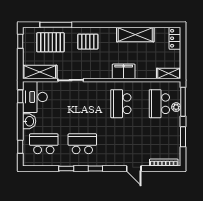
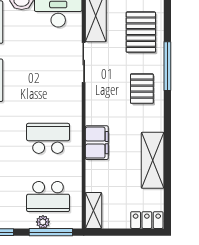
window: (56, 25) -> (167, 66), moved
school desk: (159, 104) -> (48, 197), turned 180

